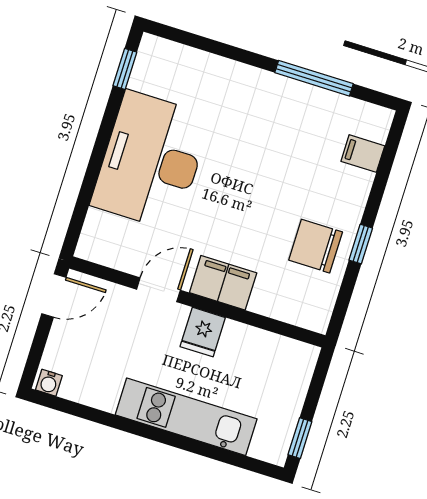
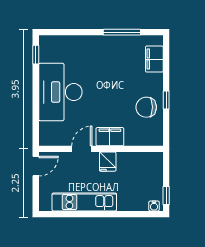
filing cabinet: (363, 154) -> (154, 59), width x2.00
water cooler: (49, 383) -> (154, 206), moved
kitchen unit: (186, 417) -> (84, 202), moved

